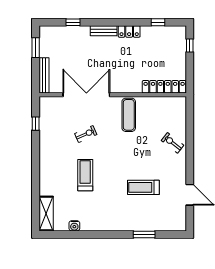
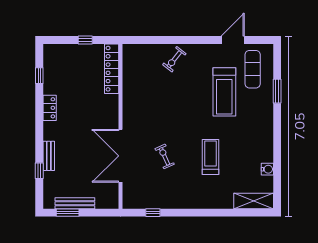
bench: (104, 31) -> (49, 156), moved
window: (190, 45) -> (85, 40), moved
bench: (44, 75) -> (75, 203), moved
exercise mat: (129, 115) -> (253, 69), moved, turned 90
treadmill: (85, 175) -> (211, 157), turned 90
treadmill: (143, 187) -> (224, 92), width x1.37, depth x1.38

